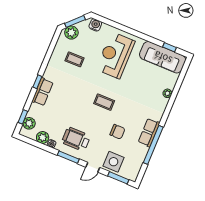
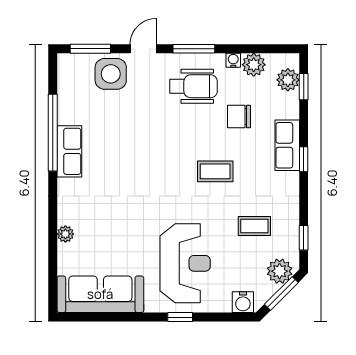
window: (53, 44) -> (304, 238), added
window: (170, 47) -> (180, 317), moved
coffee table: (104, 102) -> (215, 171), moved
chair: (117, 132) -> (239, 117), moved

